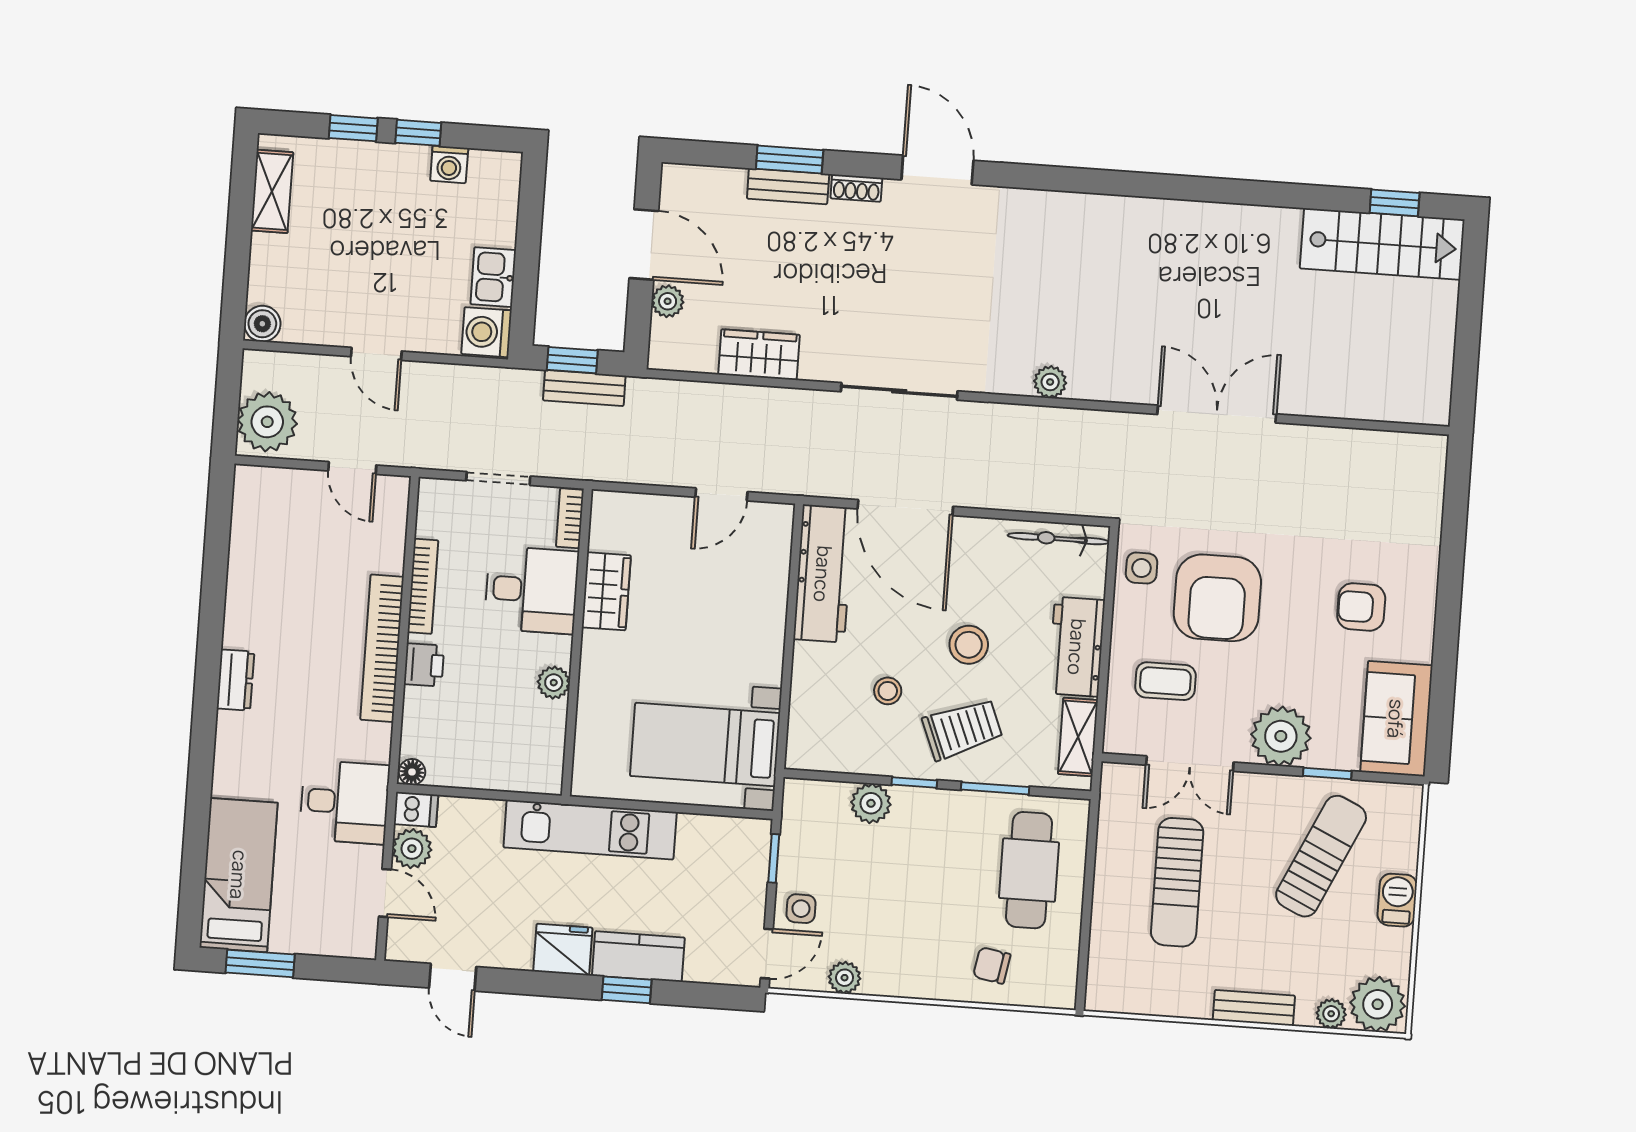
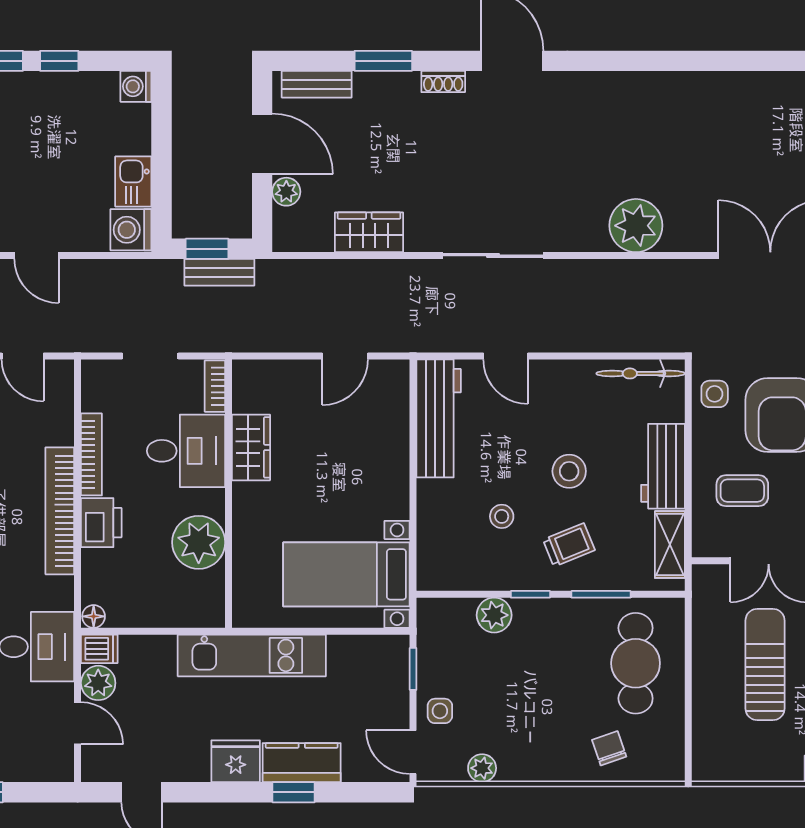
washing machine: (449, 164) -> (136, 86), moved, turned 90
bench: (788, 186) -> (317, 84), moved
plant: (1050, 382) -> (636, 226), width x1.88, depth x1.88
door: (905, 508) -> (506, 356), width x0.53
printer: (424, 665) -> (101, 523), width x1.36, depth x1.24
plant: (554, 683) -> (199, 542), width x1.88, depth x1.88
trolley: (962, 729) -> (569, 545), width x0.73, depth x0.72
sun lounger: (1177, 882) -> (765, 665), turned 180
door: (767, 954) -> (413, 752), swing flipped
chair: (992, 965) -> (609, 748), turned 61

